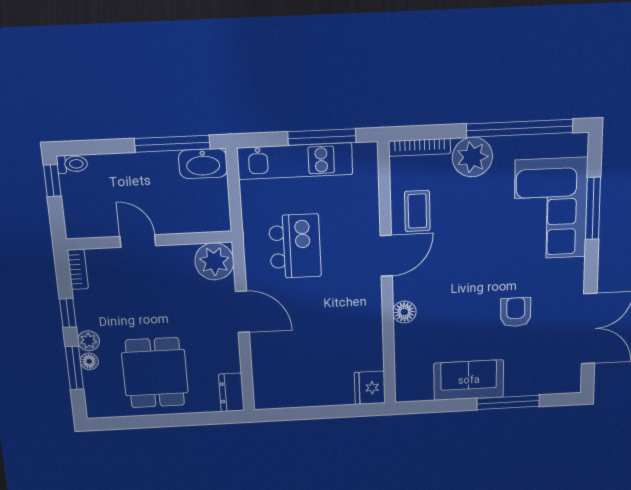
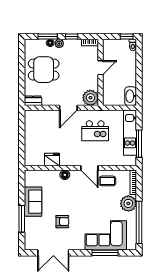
window: (172, 144) -> (139, 85), removed
fridge: (370, 388) -> (52, 159), moved

